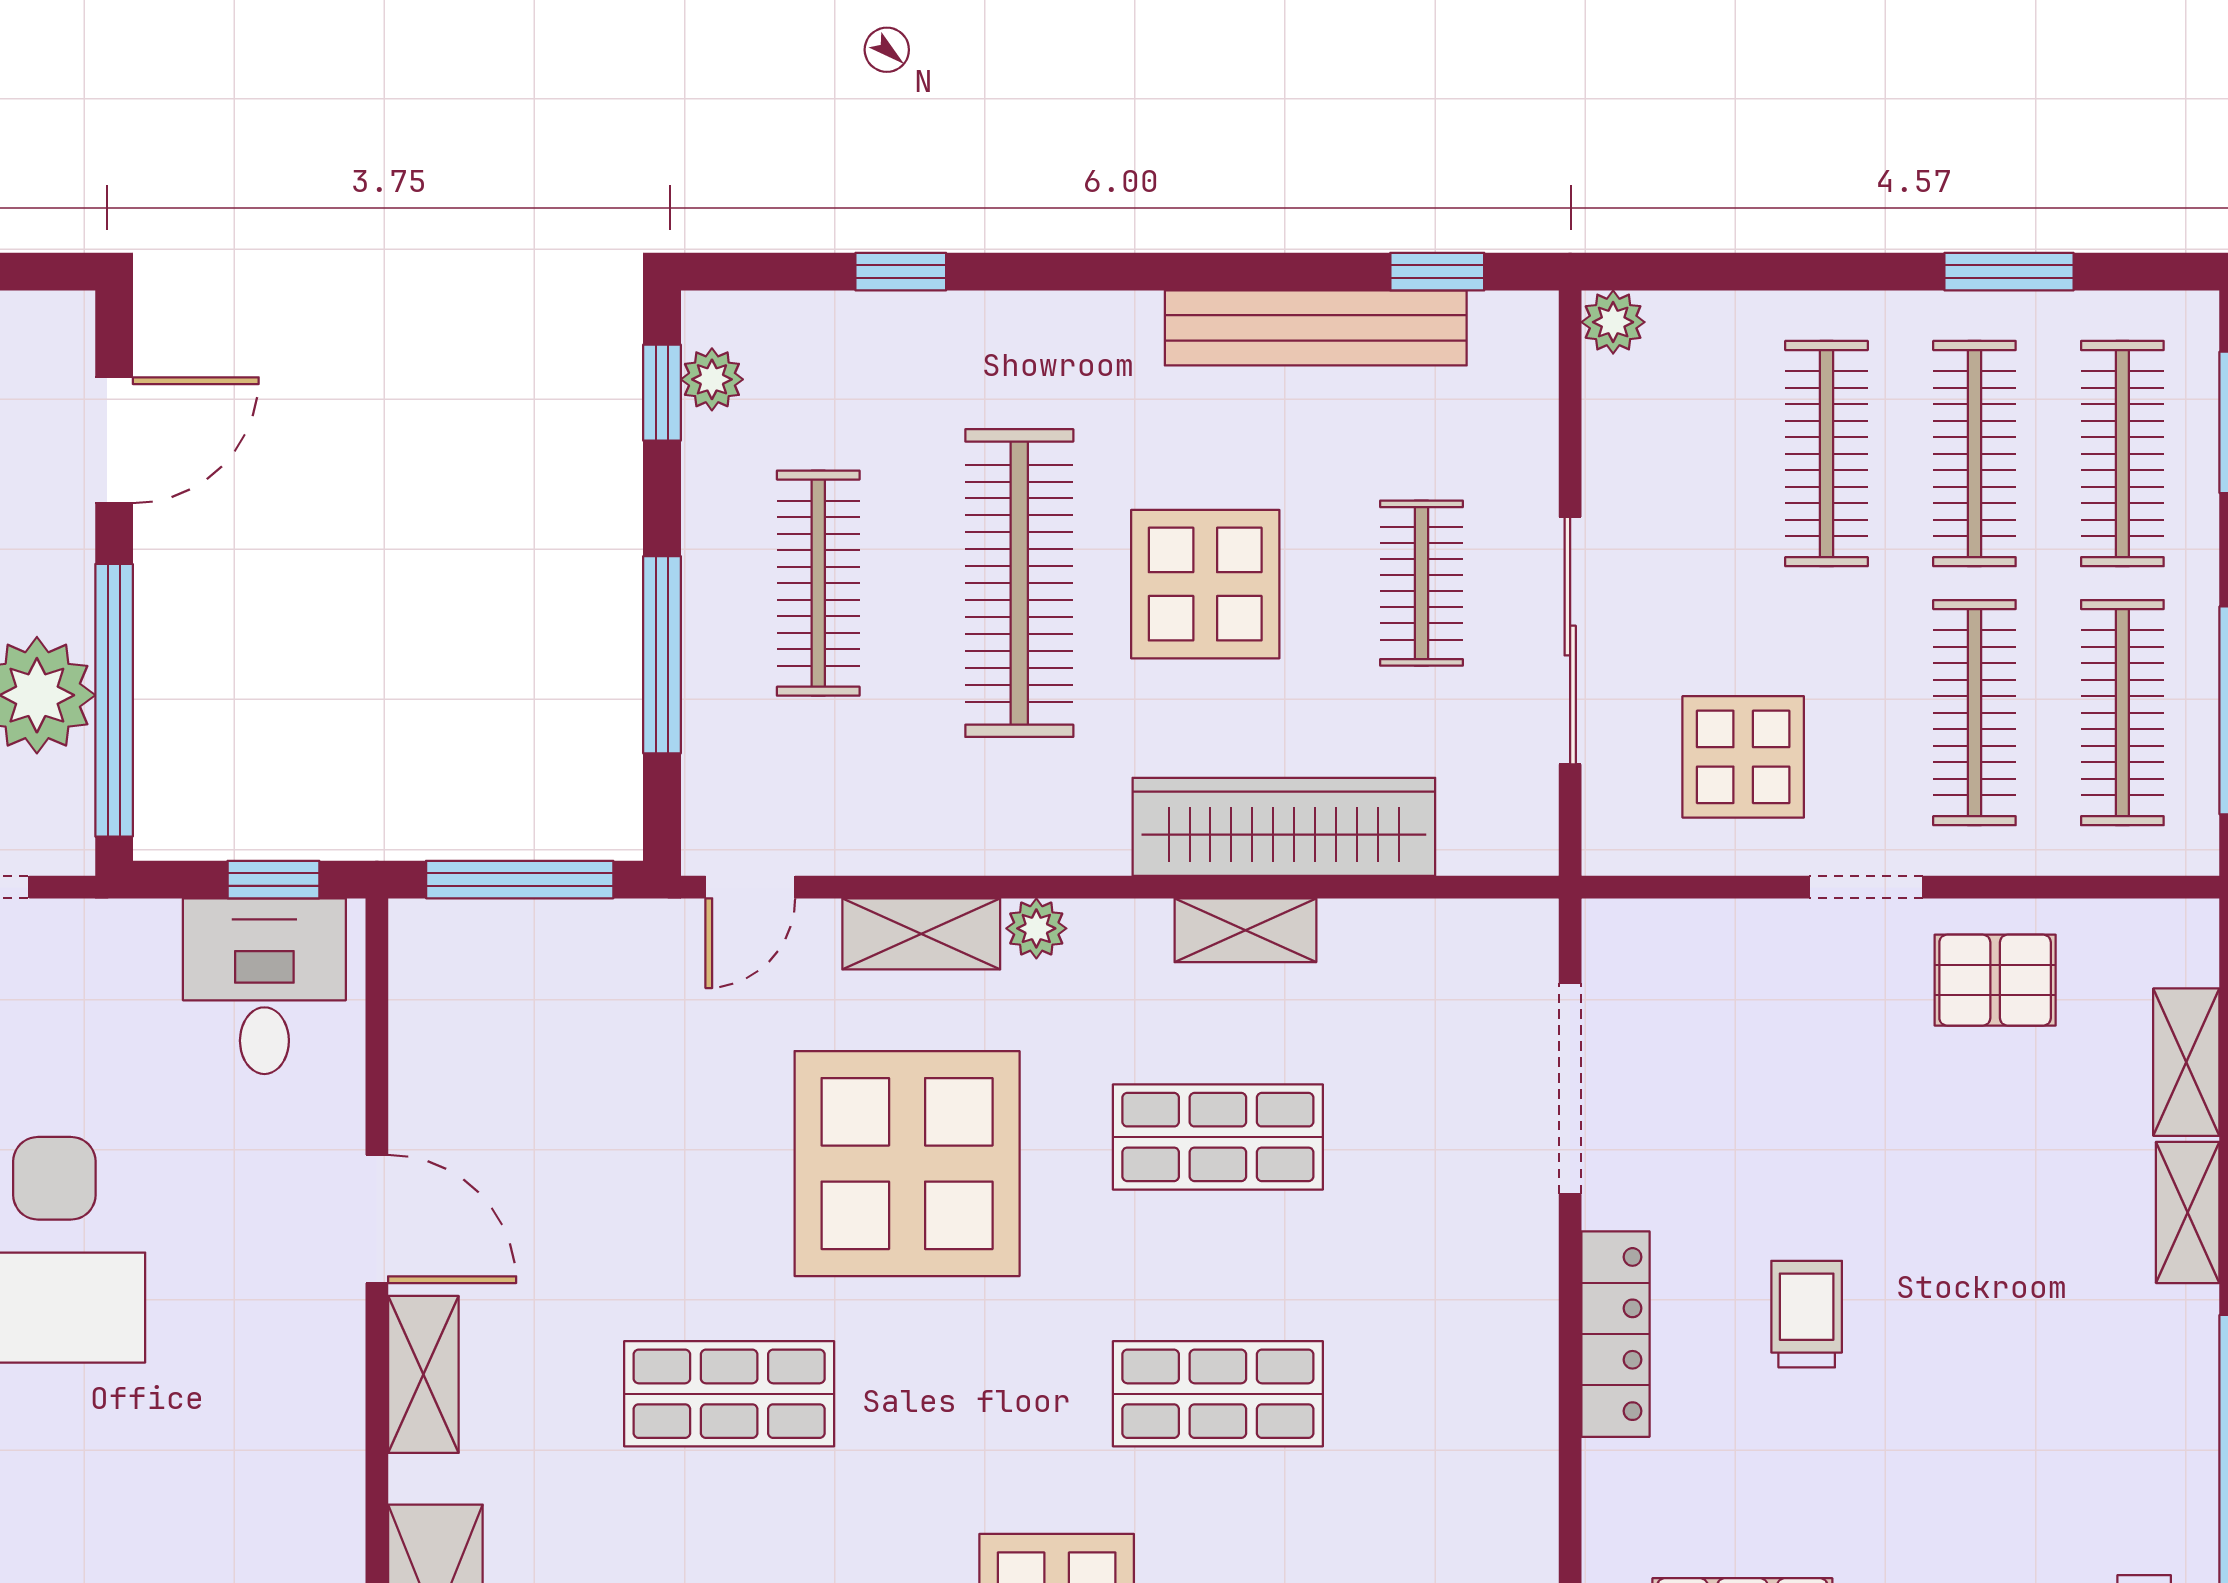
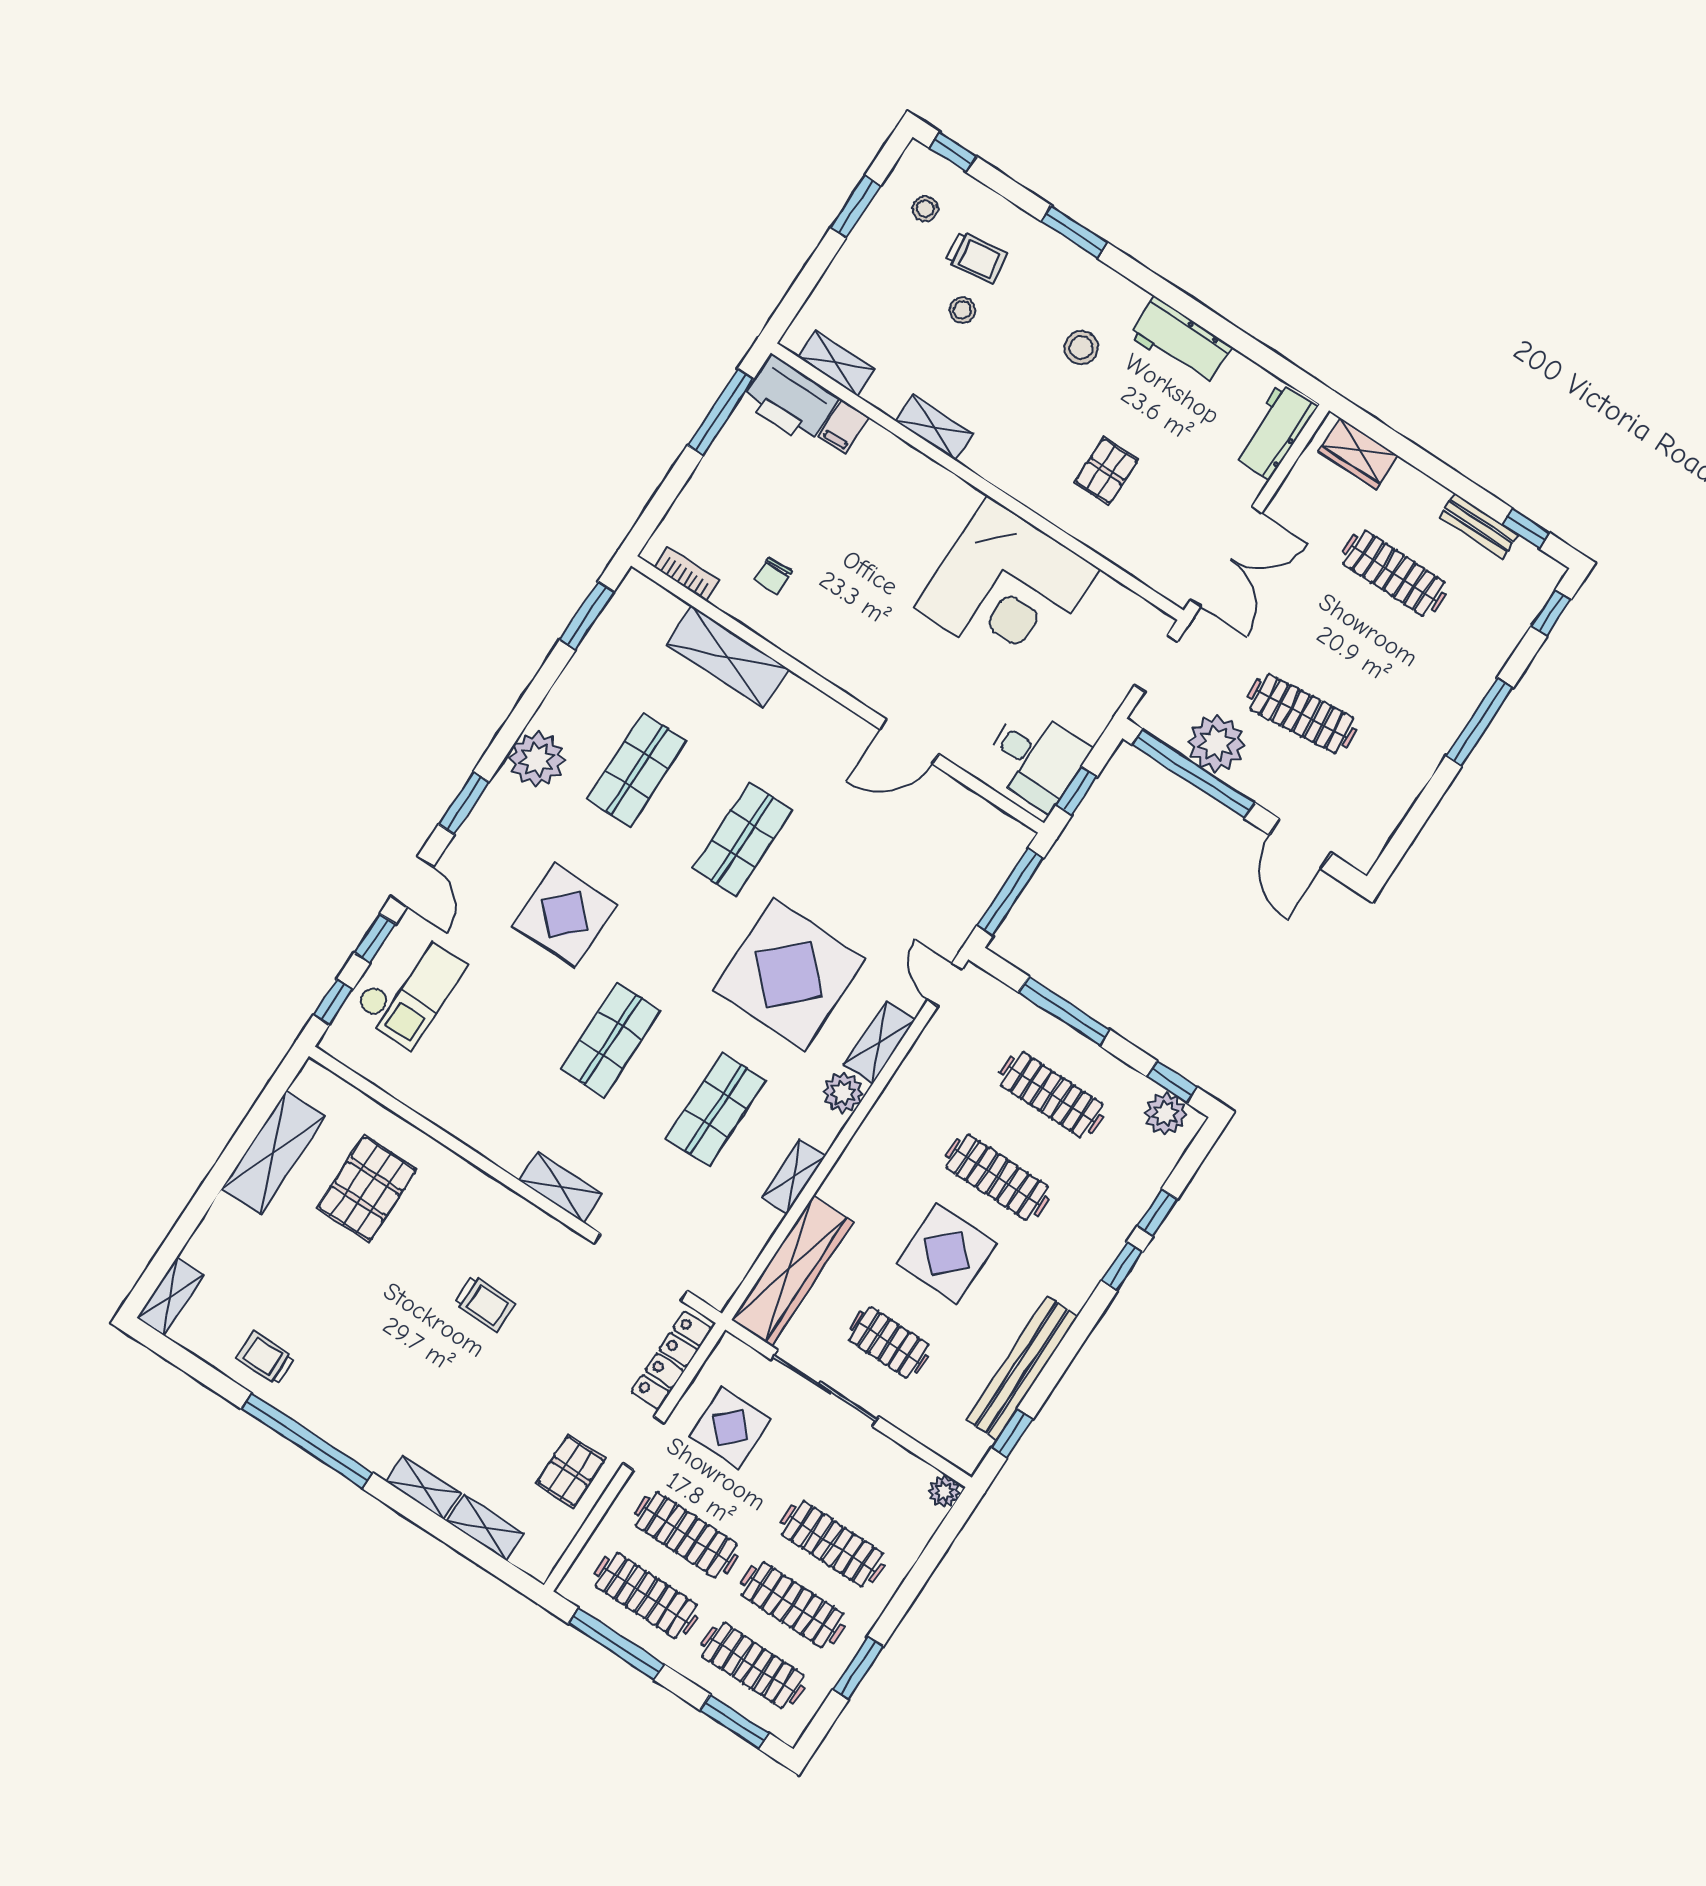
window: (1031, 272) -> (1122, 1266), added
plant: (712, 379) -> (1166, 1114), width x1.38, depth x1.38
clothes rail: (1019, 583) -> (997, 1177), width x0.73, depth x0.76
wardrobe: (1284, 827) -> (792, 1271), moved
plant: (1036, 928) -> (843, 1093), width x1.38, depth x1.38
locker: (1615, 1334) -> (672, 1360), moved, turned 90
shelving: (423, 1374) -> (560, 1187), moved

